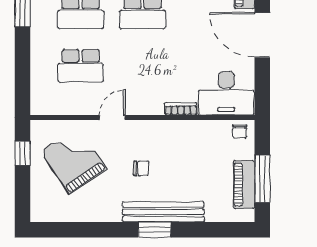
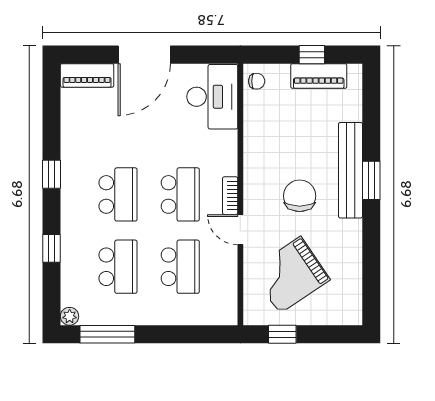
school desk: (142, 66) -> (180, 194), added
bookcase: (181, 109) -> (230, 196), moved
chair: (141, 168) -> (300, 196), width x1.87, depth x1.87
window: (262, 179) -> (312, 55), width x0.46

